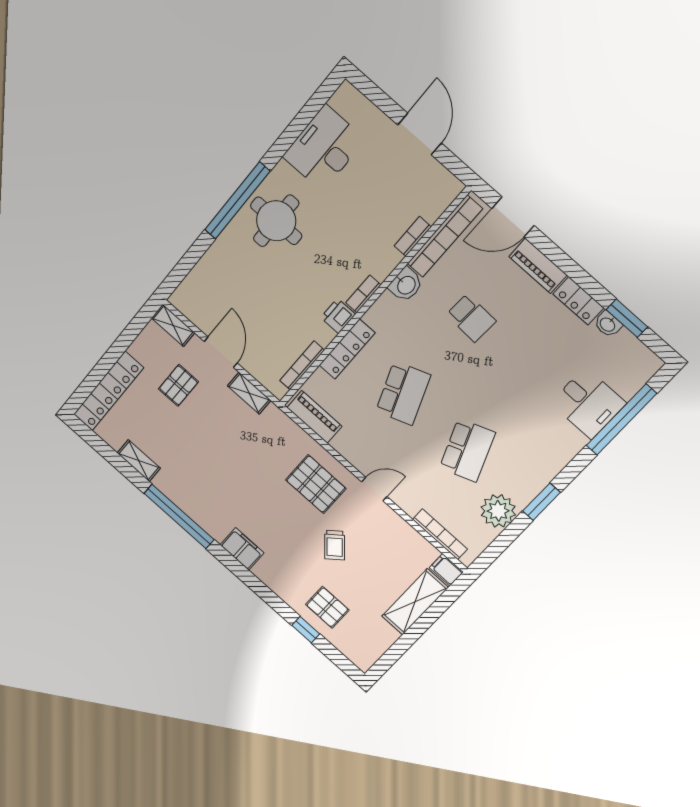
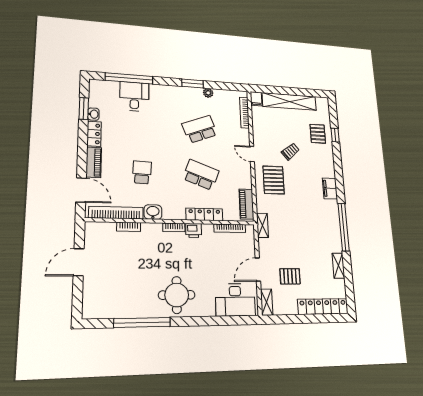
desk: (324, 148) -> (235, 300), moved
window: (237, 201) -> (142, 322), moved
shelving: (249, 393) -> (262, 225), moved
school desk: (403, 393) -> (201, 175), turned 42
plant: (498, 511) -> (208, 93), width x0.53, depth x0.53
shelving: (415, 602) -> (289, 102), width x1.47

